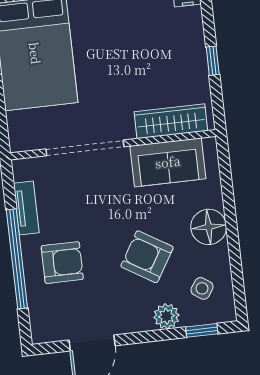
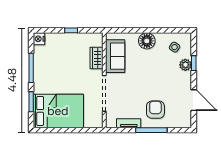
wardrobe: (171, 121) -> (97, 58), width x0.67
armchair: (147, 257) -> (157, 71), removed
window: (17, 259) -> (151, 130), width x0.68
window: (202, 330) -> (194, 63), moved

